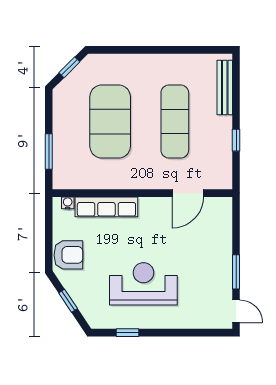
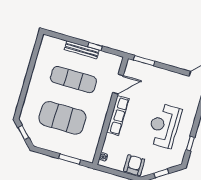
bench: (225, 88) -> (82, 50), moved
door: (188, 193) -> (118, 84), hinge flipped
row of seats: (106, 207) -> (118, 115), moved
window: (236, 272) -> (144, 61), moved

